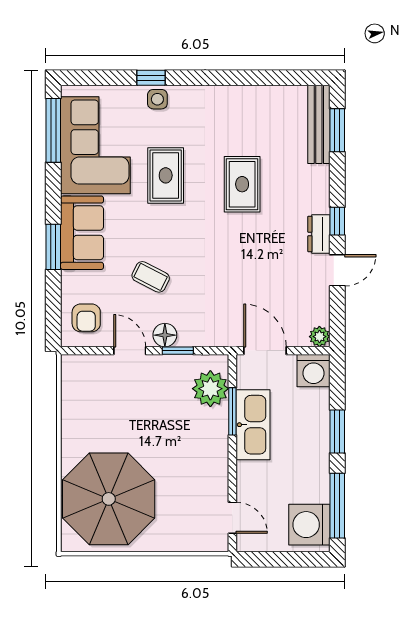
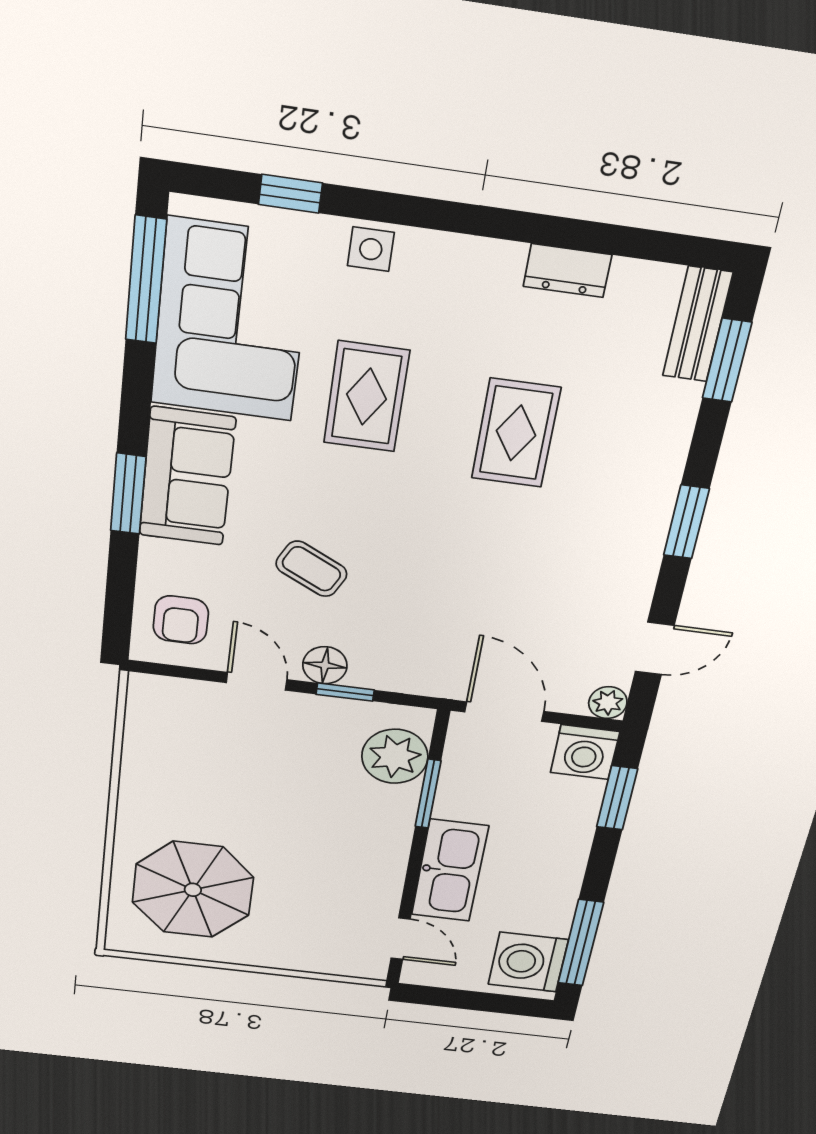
window: (151, 78) -> (290, 194), moved
bench: (319, 124) -> (698, 324), width x0.73
window: (337, 221) -> (686, 522), width x1.50
dresser: (319, 234) -> (567, 271), moved, turned -90
door: (337, 270) -> (655, 649), moved
kitchen sink: (253, 425) -> (450, 871), moved
window: (337, 432) -> (617, 798), moved
parasol: (109, 499) -> (193, 890), width x0.73, depth x0.73

